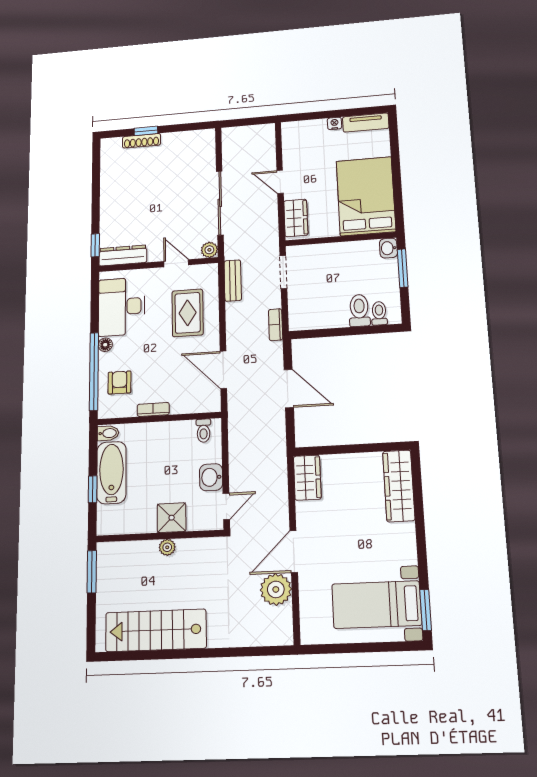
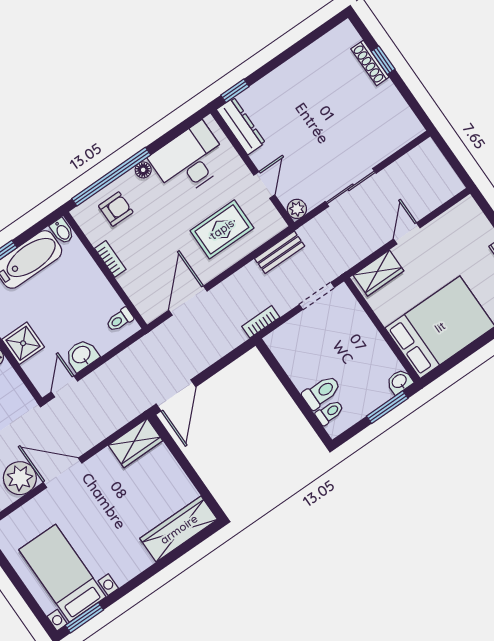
sliding door: (220, 203) -> (351, 187), width x0.73
door: (289, 389) -> (176, 395), moved
door: (226, 506) -> (64, 386), swing flipped

